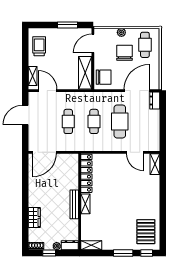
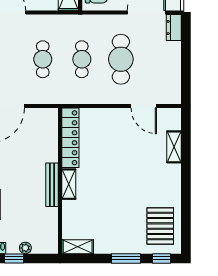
shelving: (155, 164) -> (174, 147), moved
dresser: (70, 245) -> (45, 247), removed

